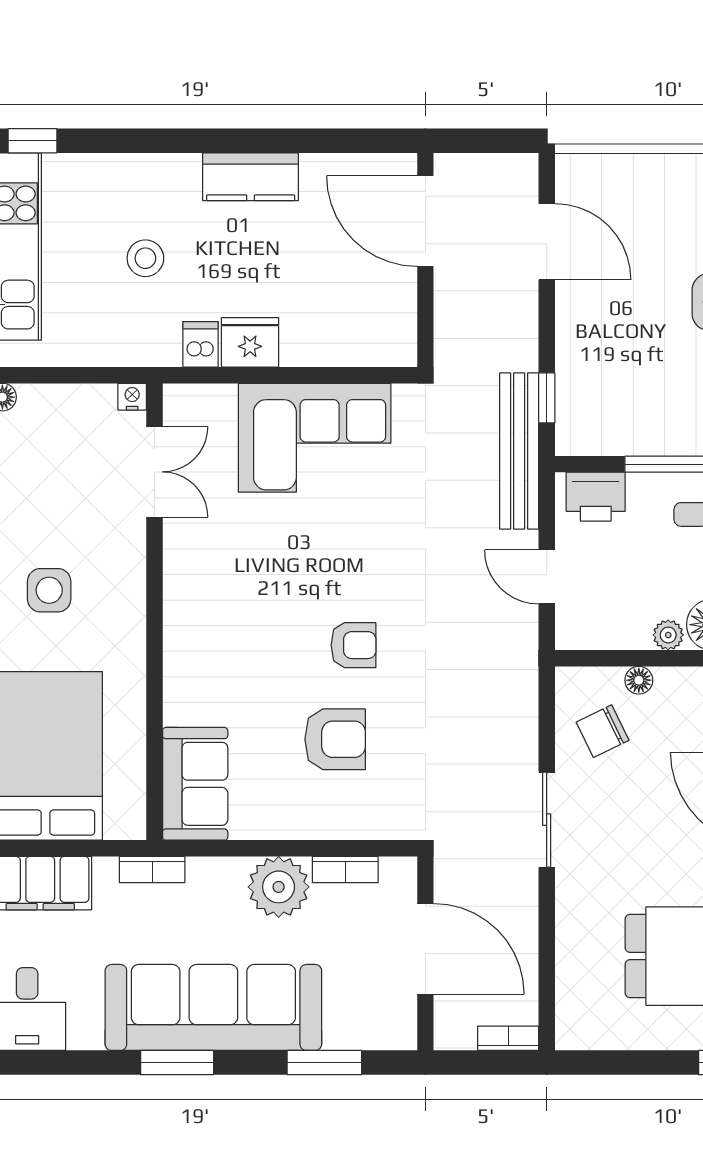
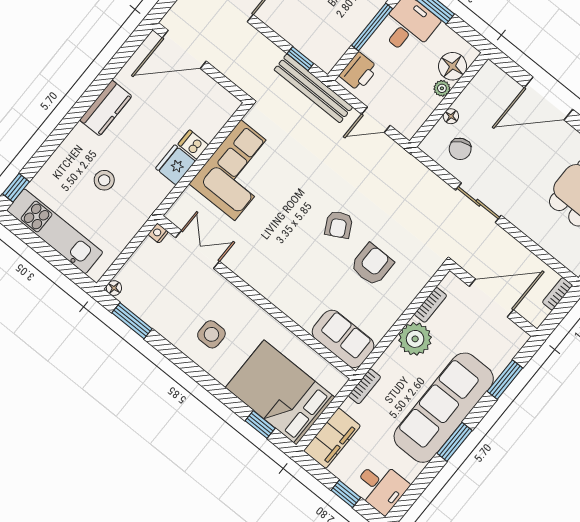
dishwasher: (200, 344) -> (193, 145), moved
armchair: (353, 645) -> (339, 225), turned 152

